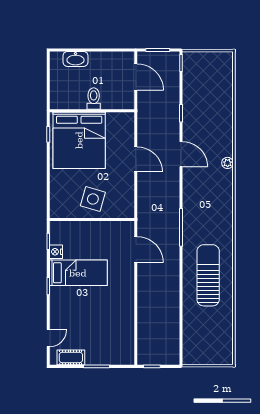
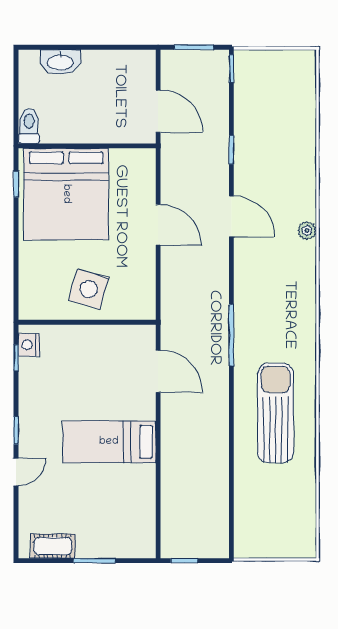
door: (136, 77) -> (158, 111), moved
toilet: (94, 98) -> (29, 126), moved
nightstand: (56, 252) -> (29, 345), moved
bed: (78, 273) -> (109, 442), moved, turned 180
door: (48, 338) -> (16, 472), moved

